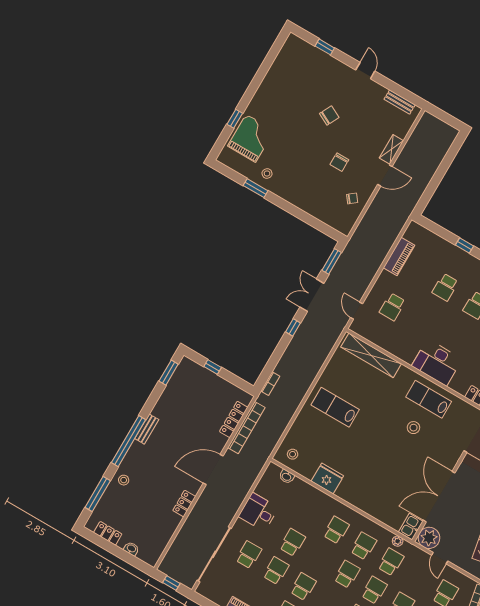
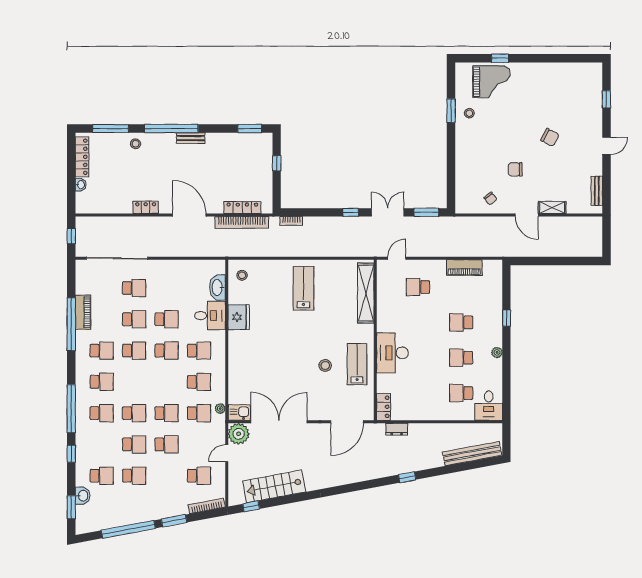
washbasin: (287, 477) -> (218, 288), width x1.91, depth x1.45
desk: (258, 512) -> (210, 316), moved, turned 90
locker: (108, 533) -> (82, 157), width x1.53
school desk: (347, 574) -> (167, 351), moved

